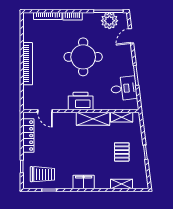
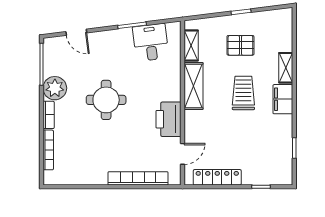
plant: (109, 21) -> (55, 88), moved
round table: (83, 57) -> (106, 100), width x0.73, depth x0.73
bookcase: (28, 64) -> (138, 178), moved
printer: (81, 101) -> (168, 119), moved
trolley: (42, 174) -> (243, 93), moved
shelving: (122, 184) -> (286, 68), moved

